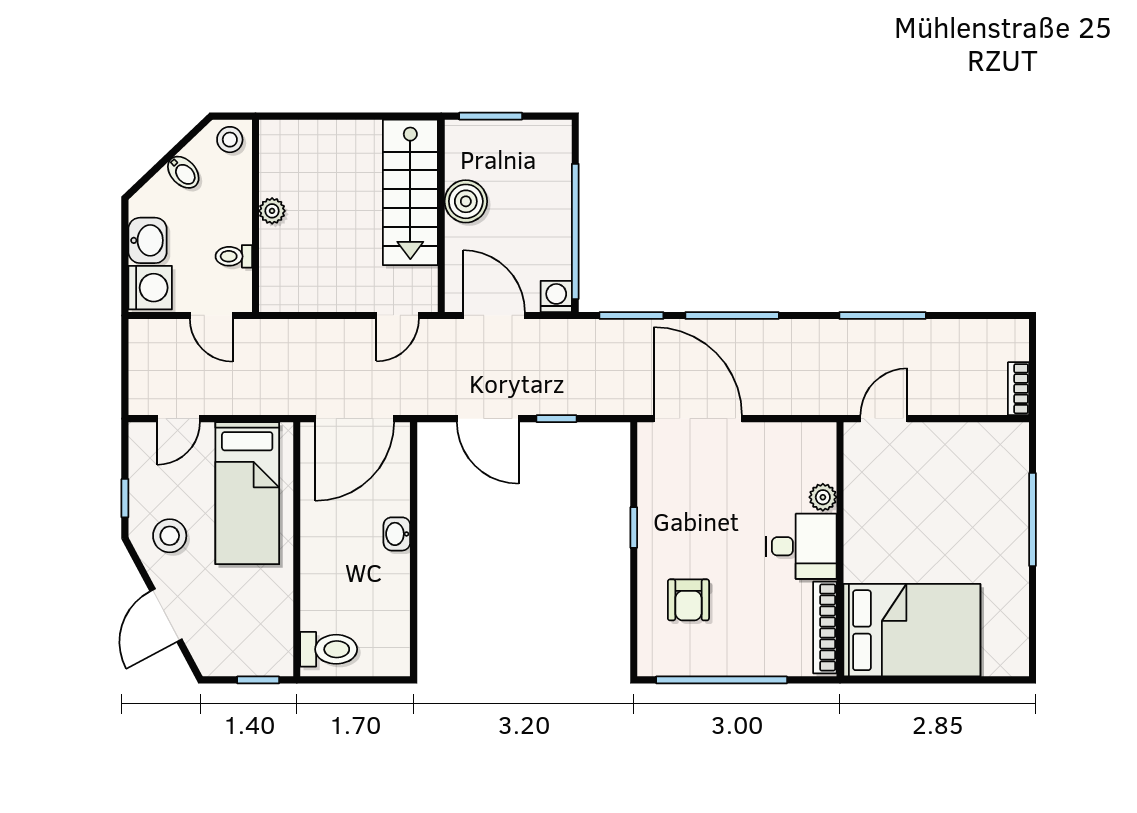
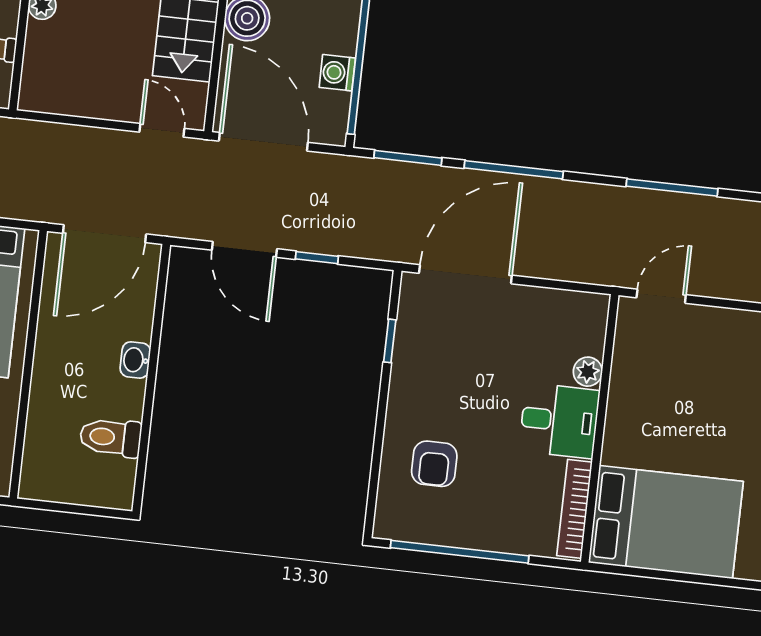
washing machine: (556, 296) -> (337, 73), moved, turned -90
door: (398, 315) -> (162, 130), swing flipped
door: (494, 315) -> (263, 142), width x1.36
door: (698, 419) -> (465, 274), hinge flipped
window: (634, 528) -> (390, 341), moved
toilet: (329, 649) -> (111, 437), moved, turned 180

